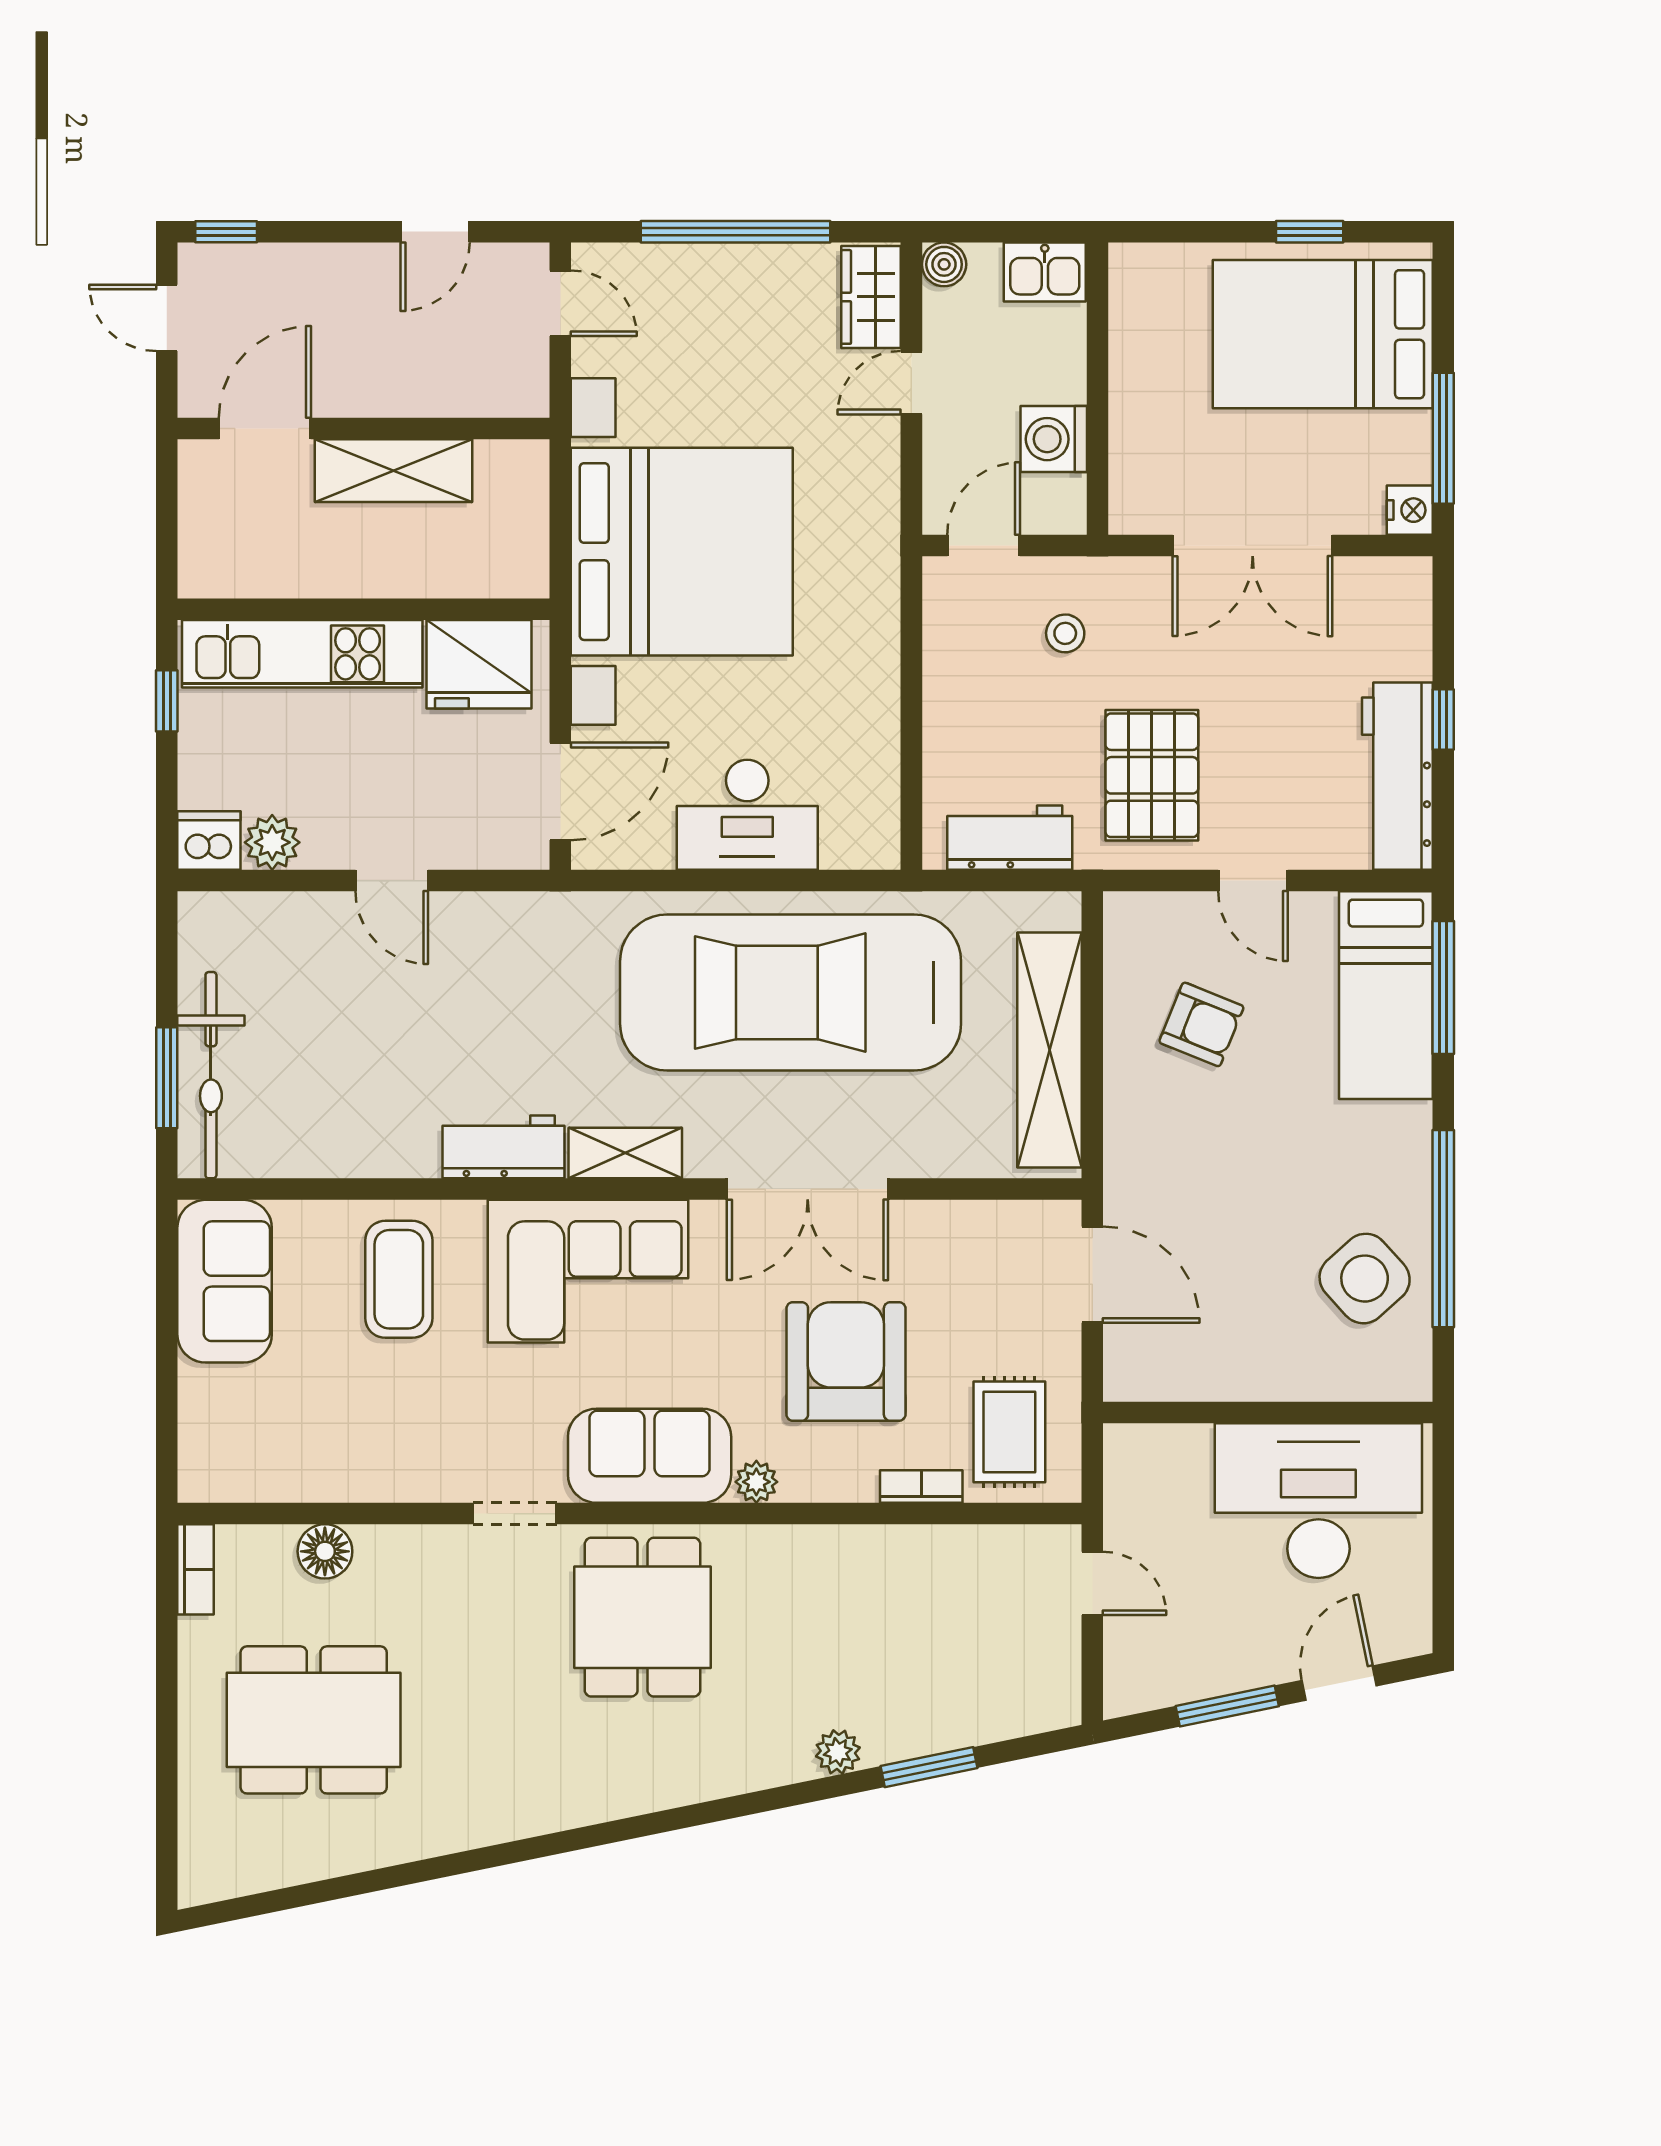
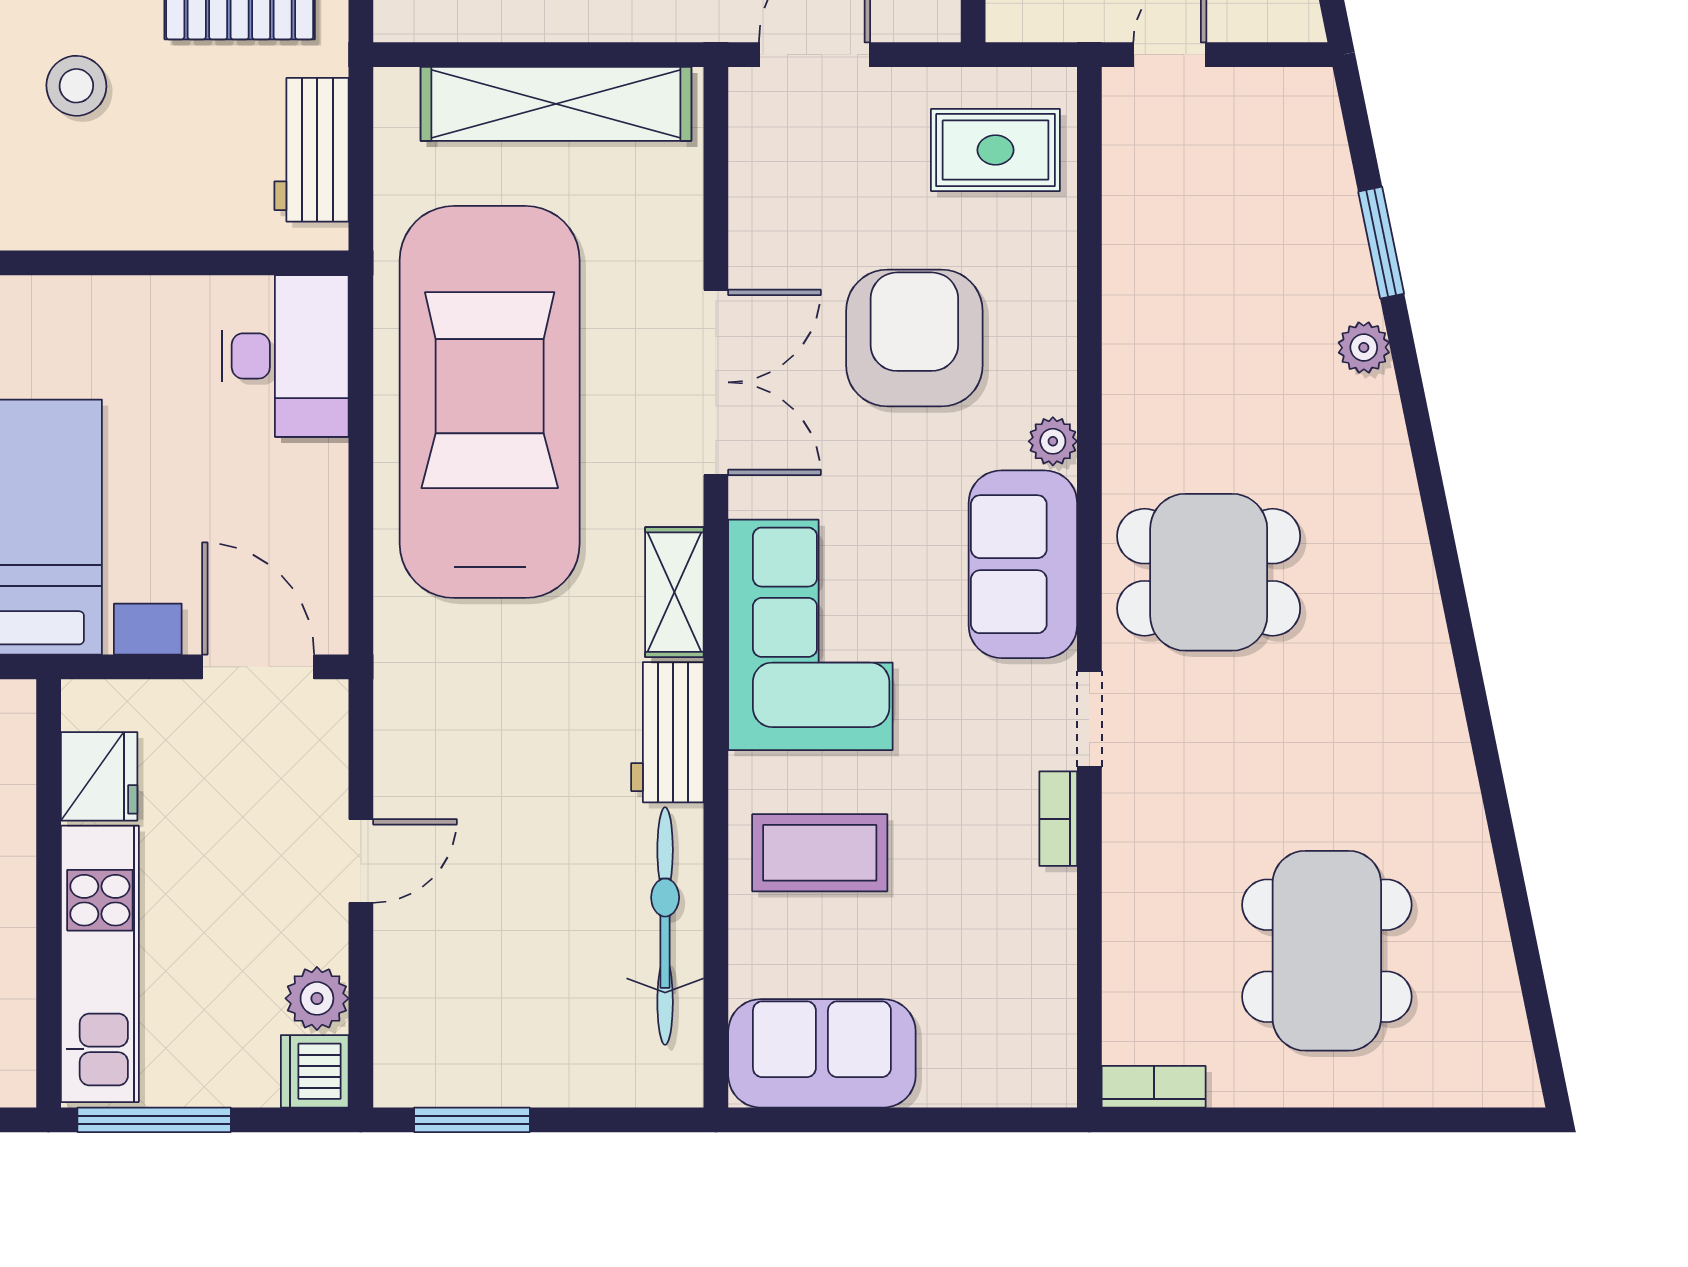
stool: (1065, 633) -> (76, 86), width x1.37, depth x1.37
fridge: (479, 664) -> (99, 776), width x0.73, depth x0.75
window: (167, 701) -> (154, 1120), width x2.17
desk: (747, 815) -> (285, 356), moved
car: (791, 992) -> (490, 402), turned 180
bicycle: (211, 1075) -> (665, 926), moved, turned -90
window: (167, 1078) -> (472, 1120), moved
armchair: (846, 1361) -> (914, 338), turned 90
bookcase: (921, 1486) -> (1058, 819), moved
floor lamp: (325, 1551) -> (1133, 938), removed

